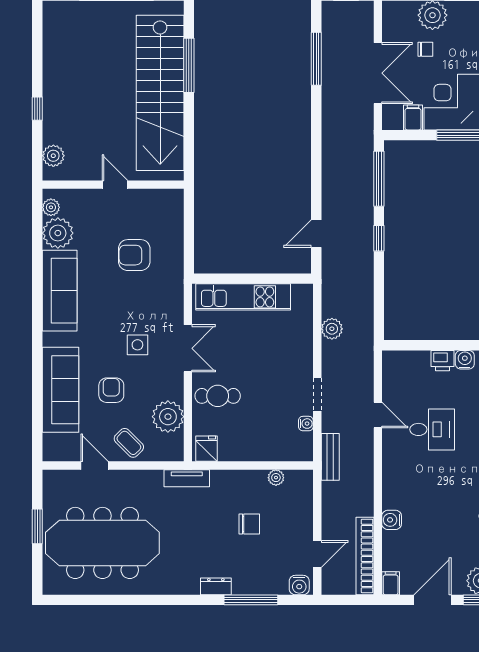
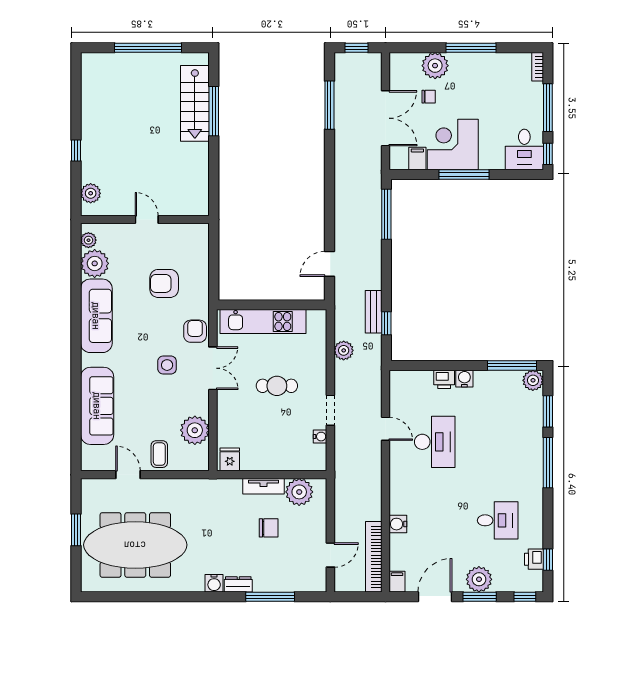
stairs: (160, 93) -> (195, 103), width x0.54, depth x0.66
window: (379, 238) -> (386, 323), moved
armchair: (111, 390) -> (195, 331), moved
cafe table: (218, 396) -> (277, 386), moved
desk: (432, 429) -> (435, 442), width x1.37
coffee table: (129, 443) -> (159, 454), turned 45
bench: (330, 457) -> (374, 312), moved
tv unit: (187, 478) -> (264, 486), moved
plant: (276, 478) -> (299, 492), width x1.88, depth x1.88
water cooler: (299, 585) -> (214, 583), moved

